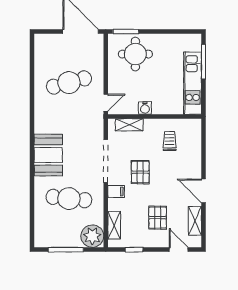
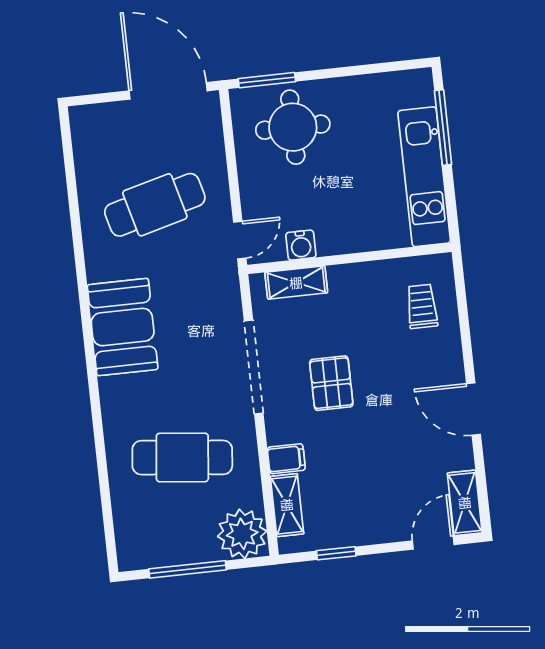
water cooler: (145, 108) -> (301, 245), moved
trolley: (170, 141) -> (422, 306), moved
booth: (48, 155) -> (123, 327), moved
filing cabinet: (116, 192) -> (286, 459), moved
pallet: (158, 218) -> (380, 478), removed
shelving: (195, 221) -> (465, 503), moved
door: (179, 250) -> (433, 543), hinge flipped

